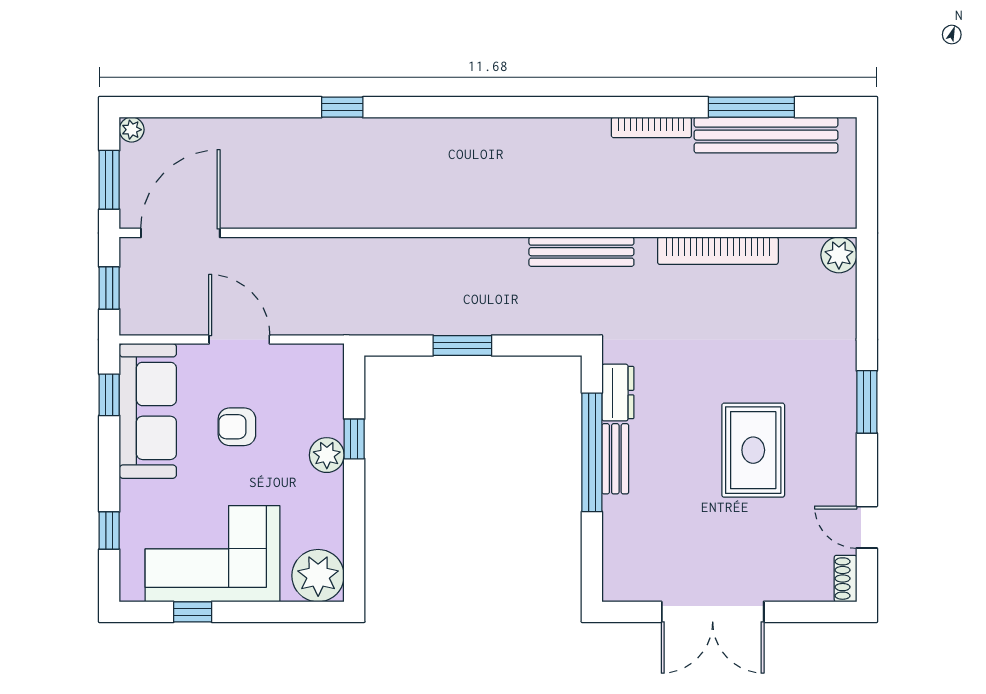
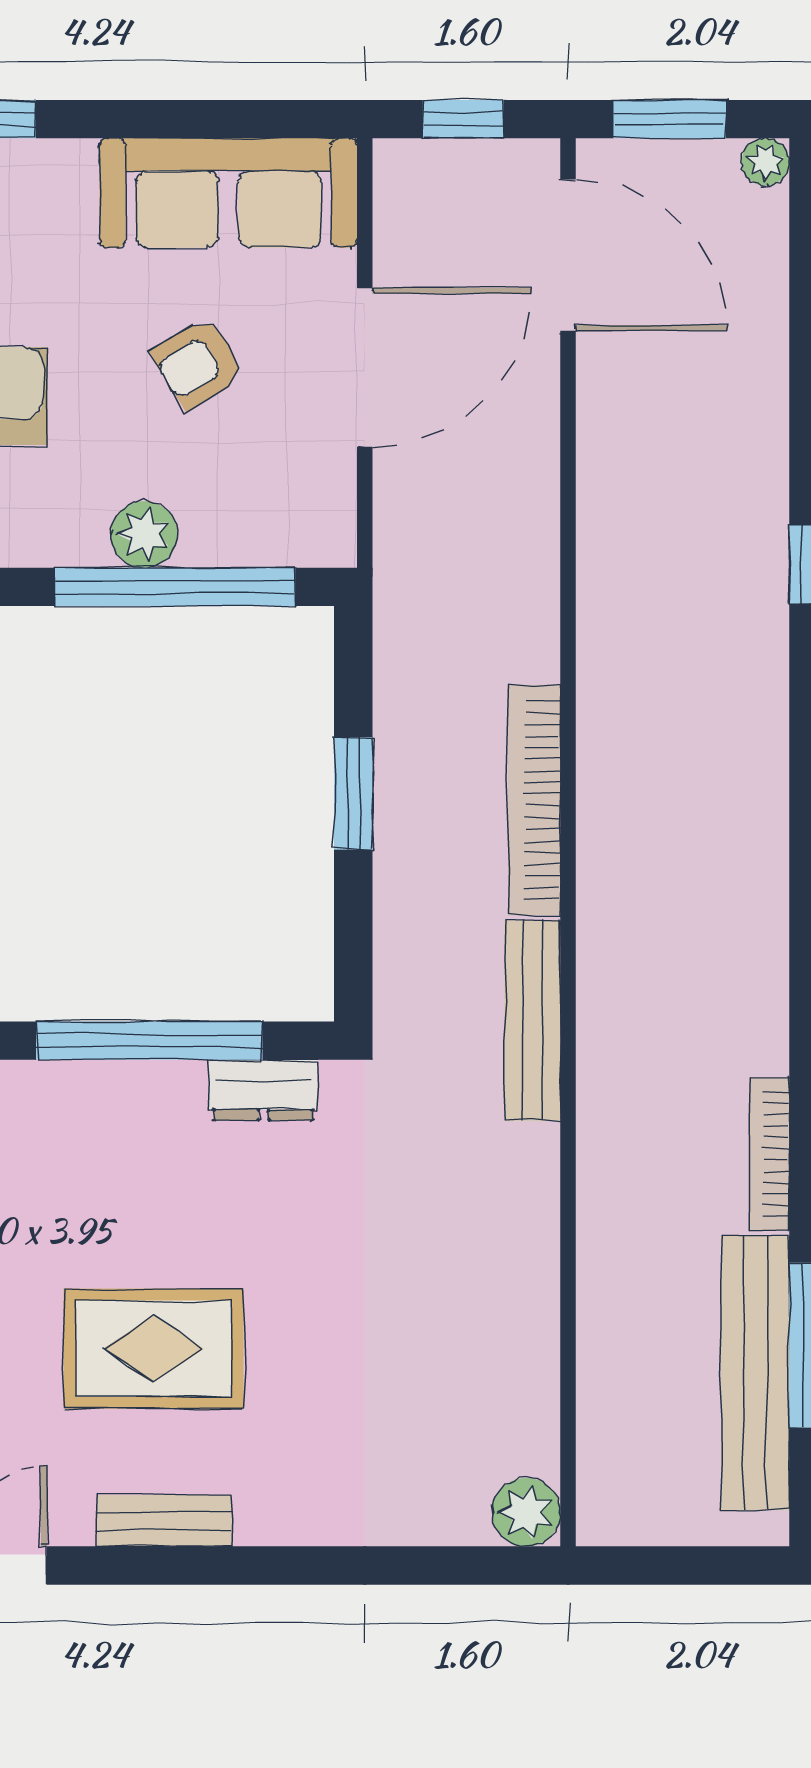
bookcase: (718, 251) -> (534, 800), moved
door: (239, 339) -> (365, 367), width x1.36
window: (109, 395) -> (259, 119), removed
window: (867, 402) -> (246, 1566), removed
armchair: (237, 427) -> (198, 363), turned -121
window: (354, 439) -> (175, 587), width x3.17
bench: (615, 459) -> (165, 1521), moved

